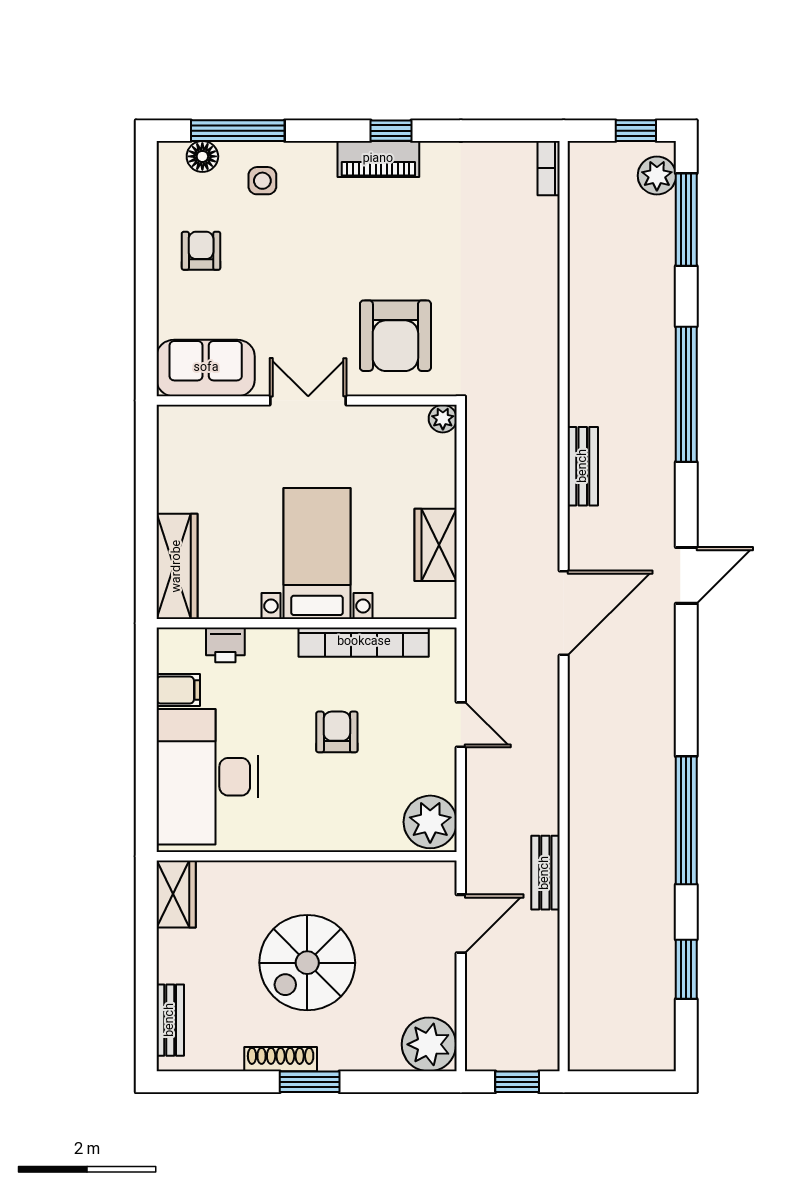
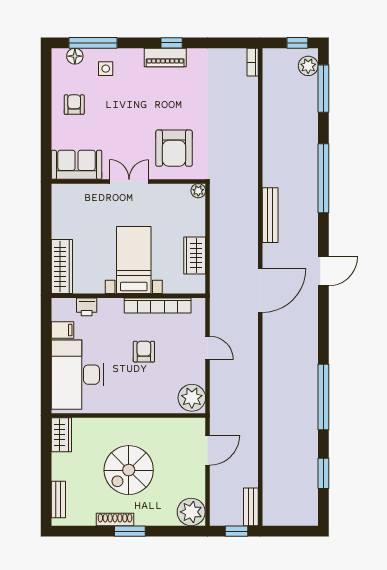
bench: (583, 466) -> (270, 215), width x1.36
bench: (545, 873) -> (251, 507), moved

